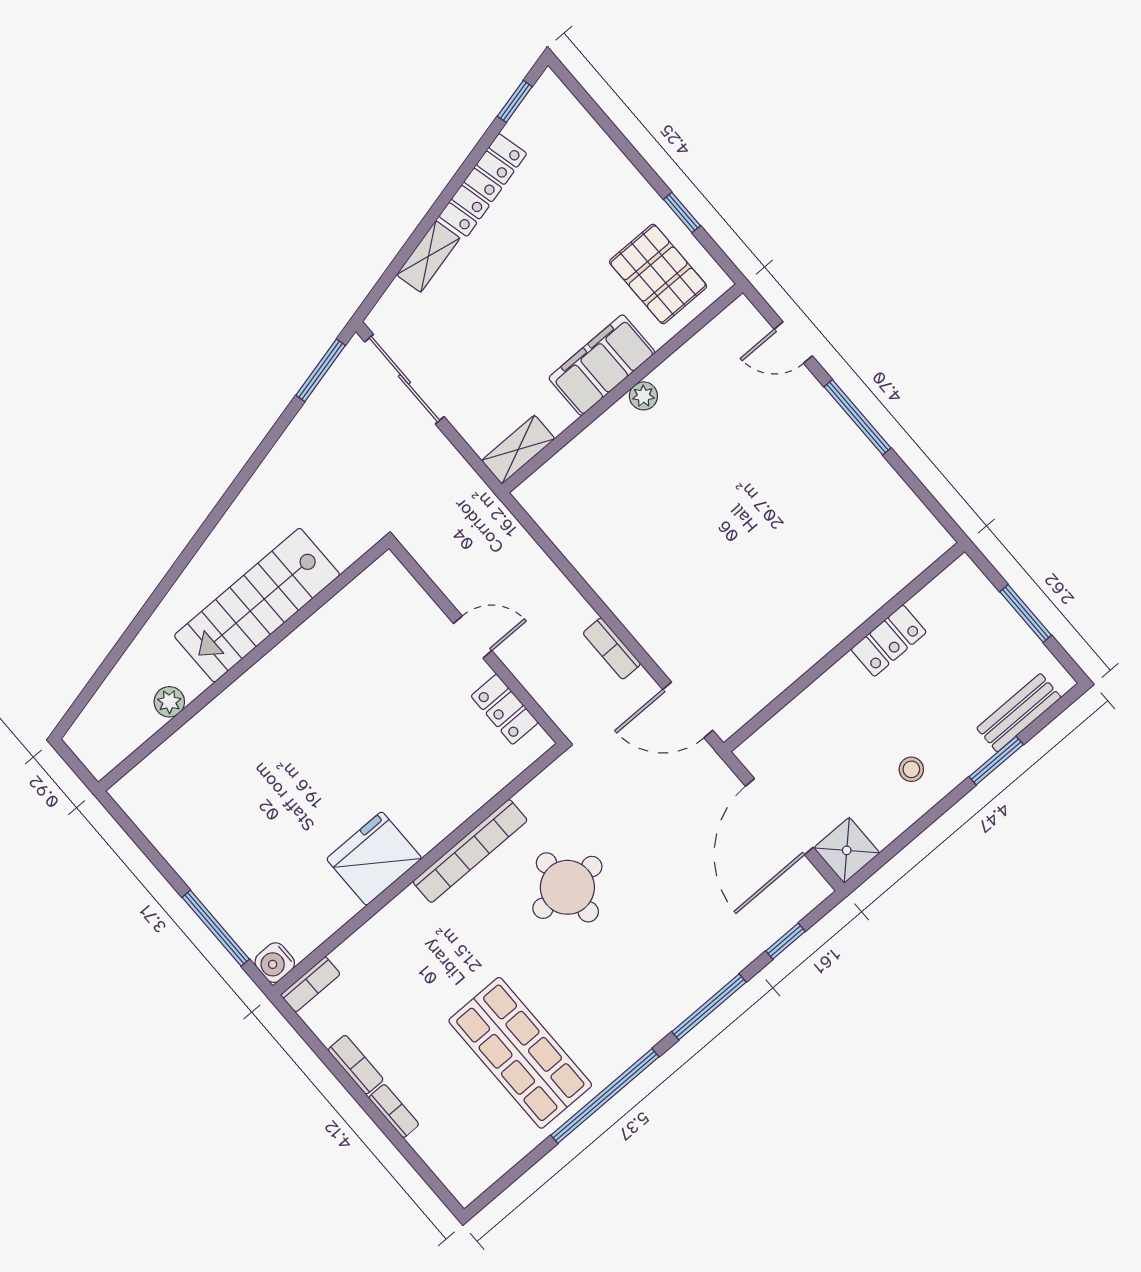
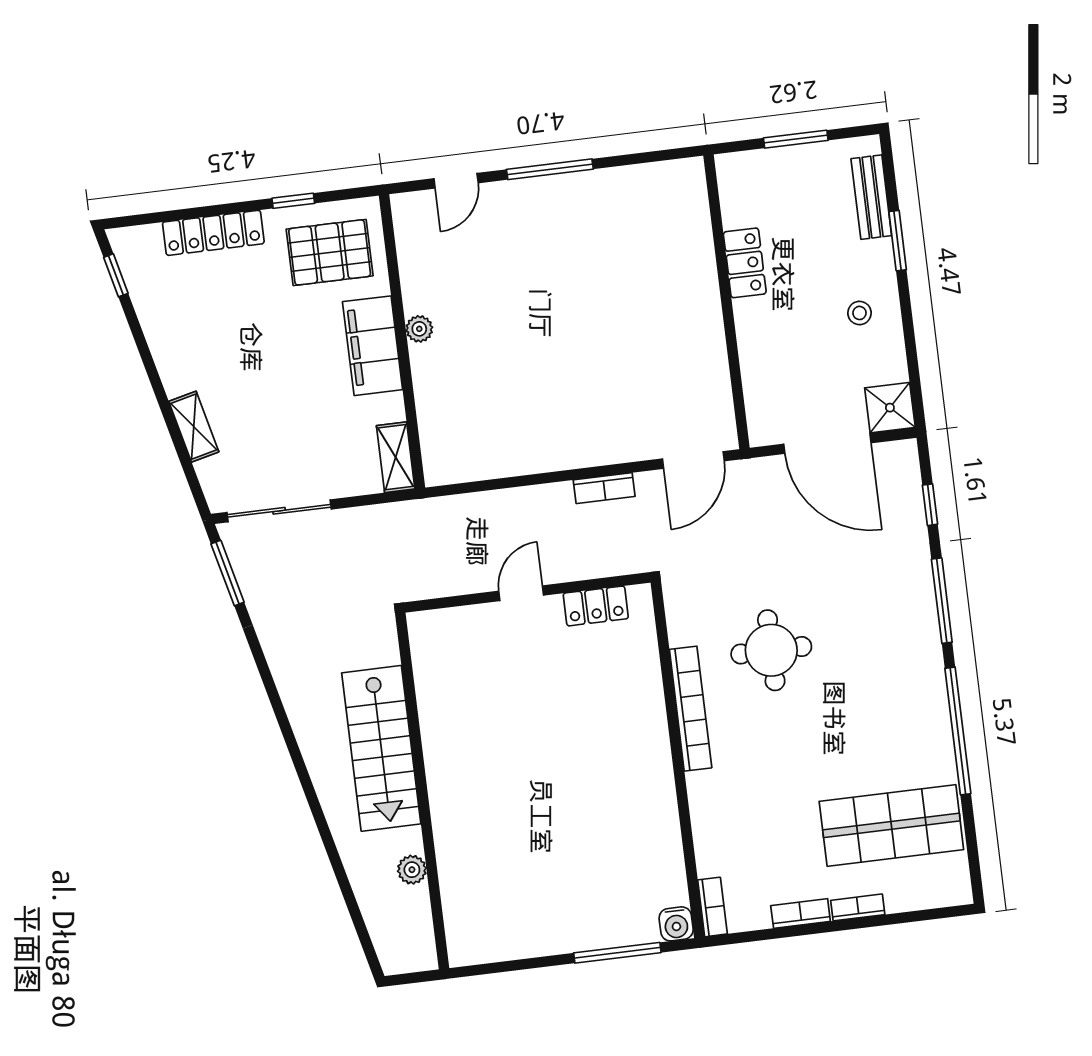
locker: (483, 185) -> (213, 233), moved, turned 104
fridge: (374, 859) -> (646, 789), removed
shop shelf: (520, 1053) -> (891, 825), moved

